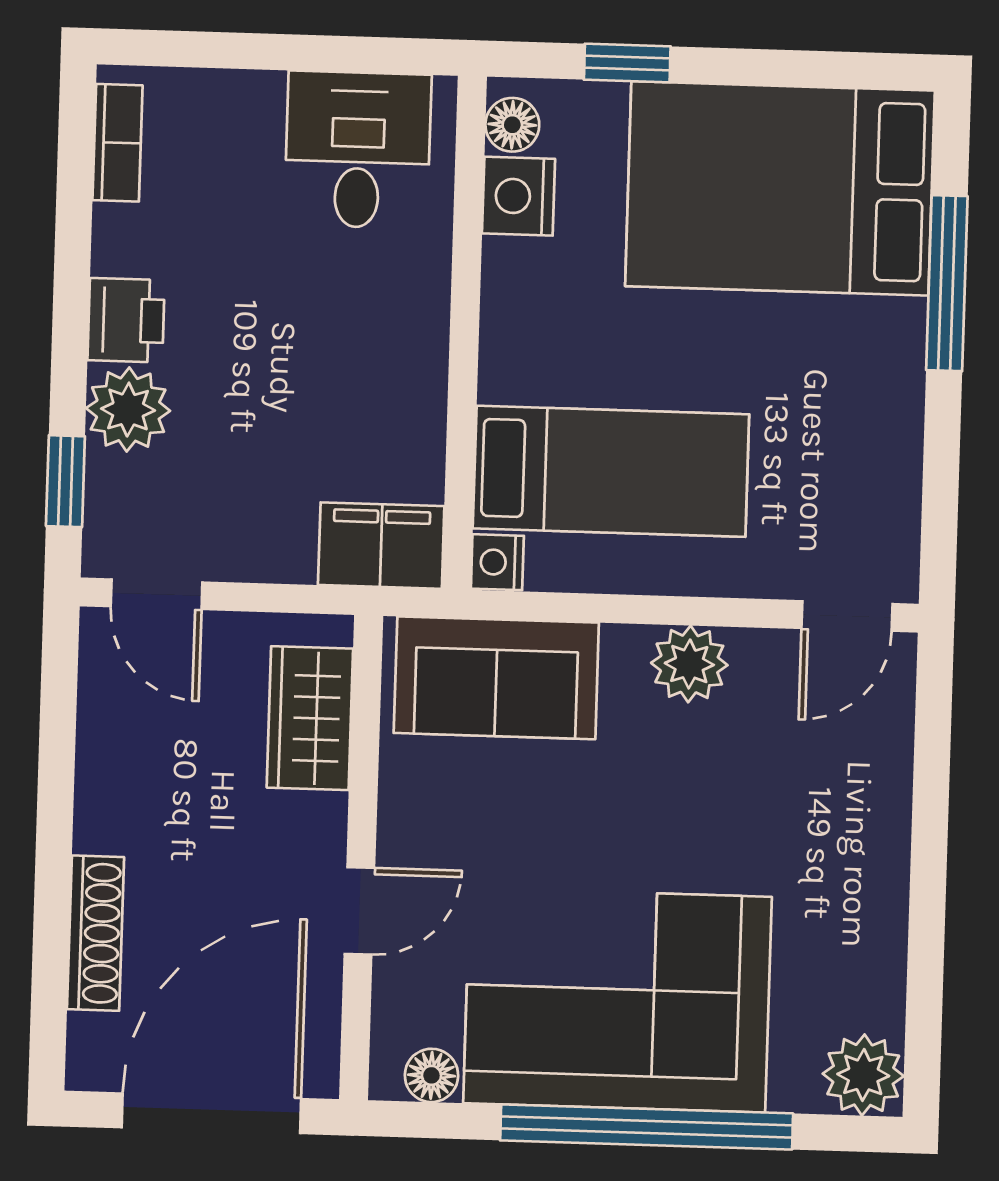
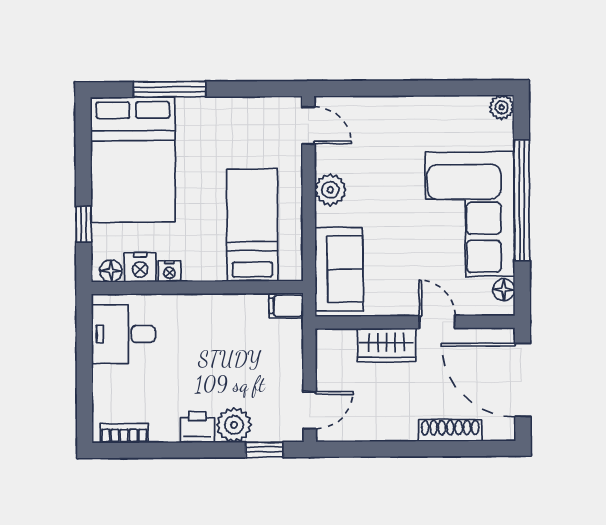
filing cabinet: (381, 546) -> (286, 306), width x0.50
nightstand: (497, 562) -> (170, 271), moved
wardrobe: (310, 718) -> (387, 345), moved
plant: (863, 1075) -> (502, 107), width x0.73, depth x0.73

